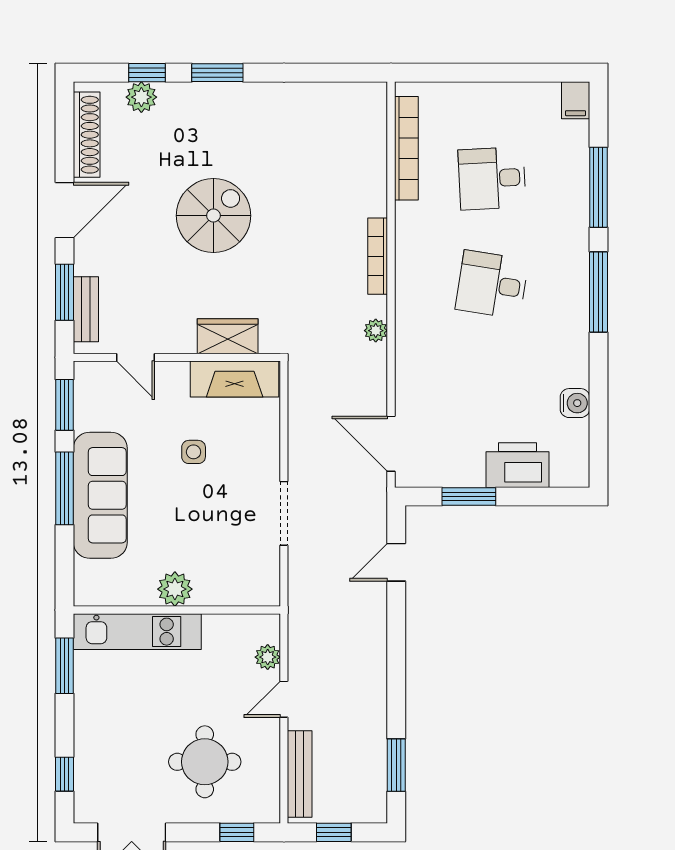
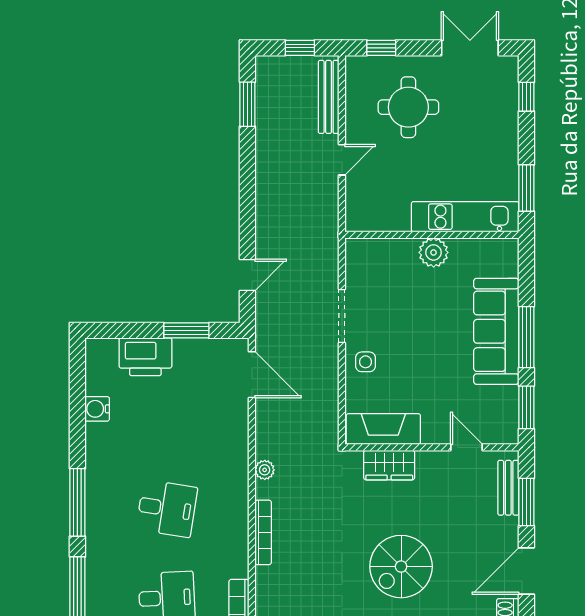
side table: (194, 452) -> (366, 362), moved
plant: (268, 657) -> (355, 195), removed

